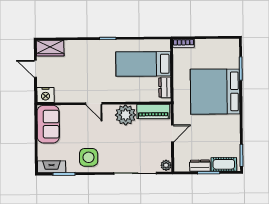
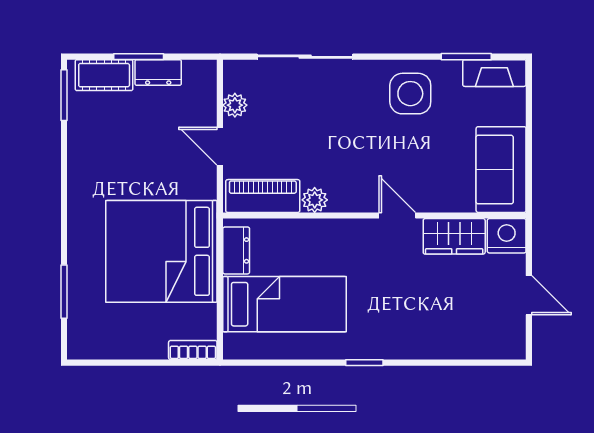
wardrobe: (50, 48) -> (454, 236), moved, turned 180
bed: (215, 92) -> (161, 251), moved, turned 180
plant: (126, 115) -> (315, 200), width x0.53, depth x0.53
door: (172, 133) -> (220, 146), hinge flipped
plant: (166, 165) -> (235, 105), moved

